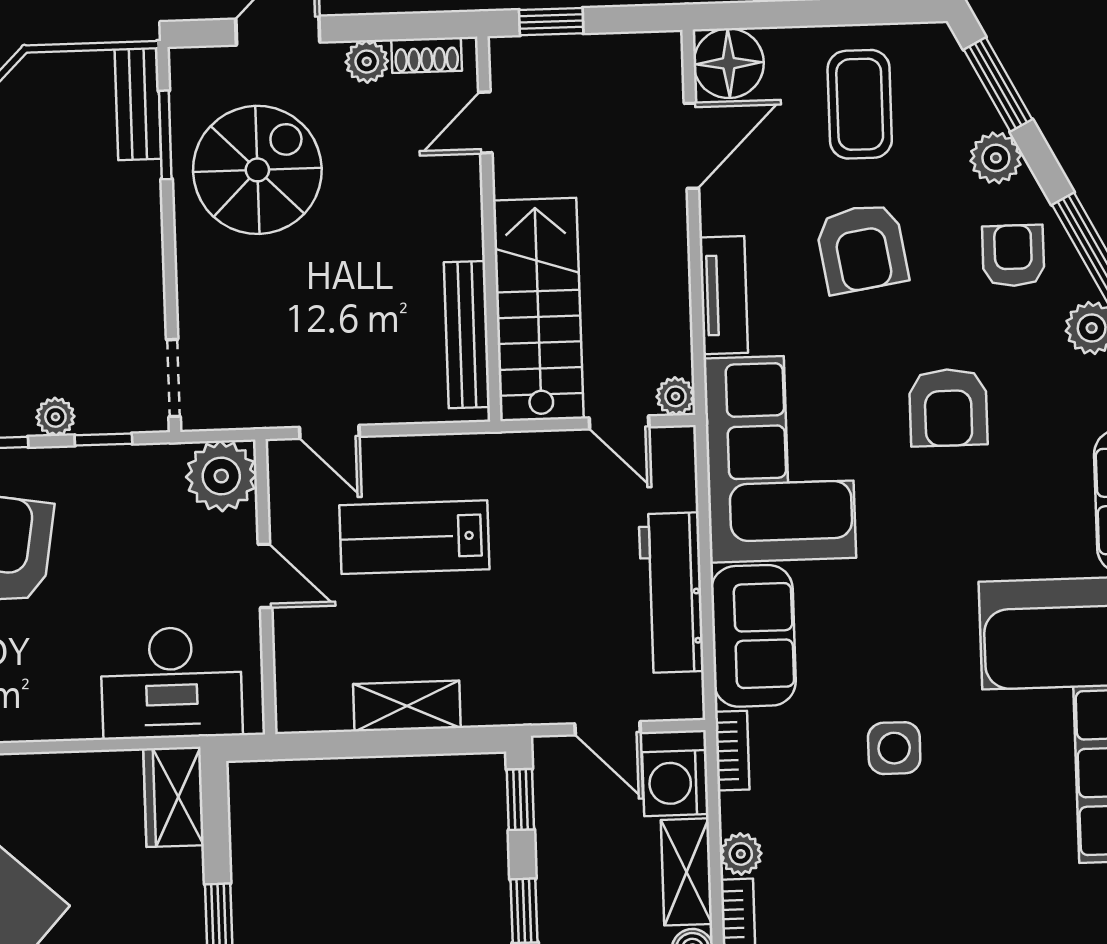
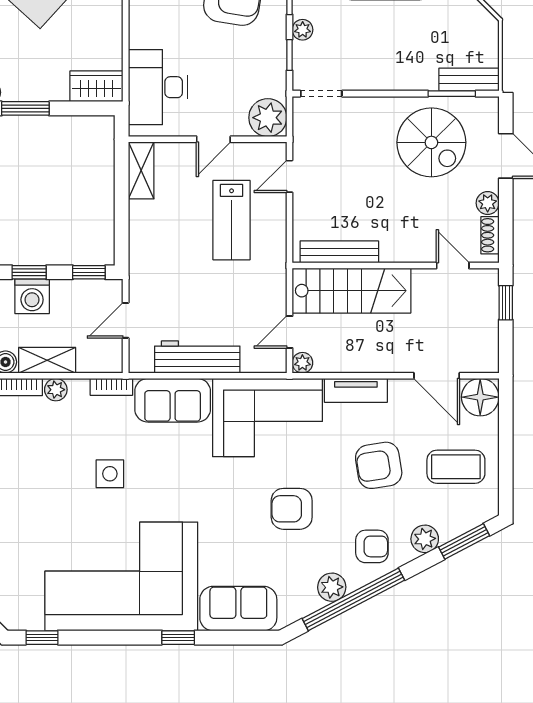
lab bench: (414, 537) -> (232, 220), turned 180
shelving: (407, 706) -> (141, 170), moved
washing machine: (675, 783) -> (32, 296), moved, turned 180

